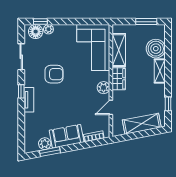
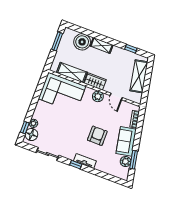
armchair: (54, 74) -> (97, 136), moved

